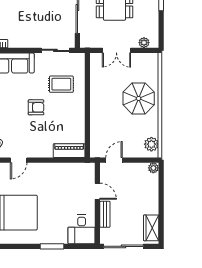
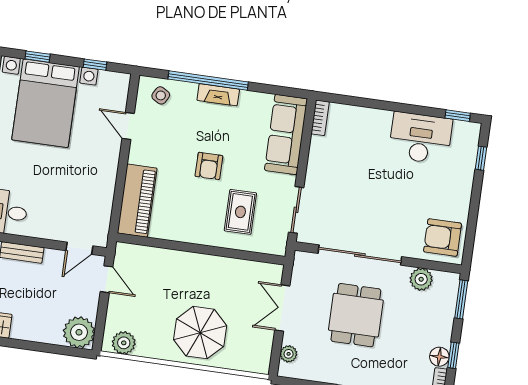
piano: (69, 151) -> (137, 201), width x1.37, depth x1.33
plant: (153, 168) -> (79, 332), width x1.88, depth x1.88
door: (97, 191) -> (79, 248), moved

